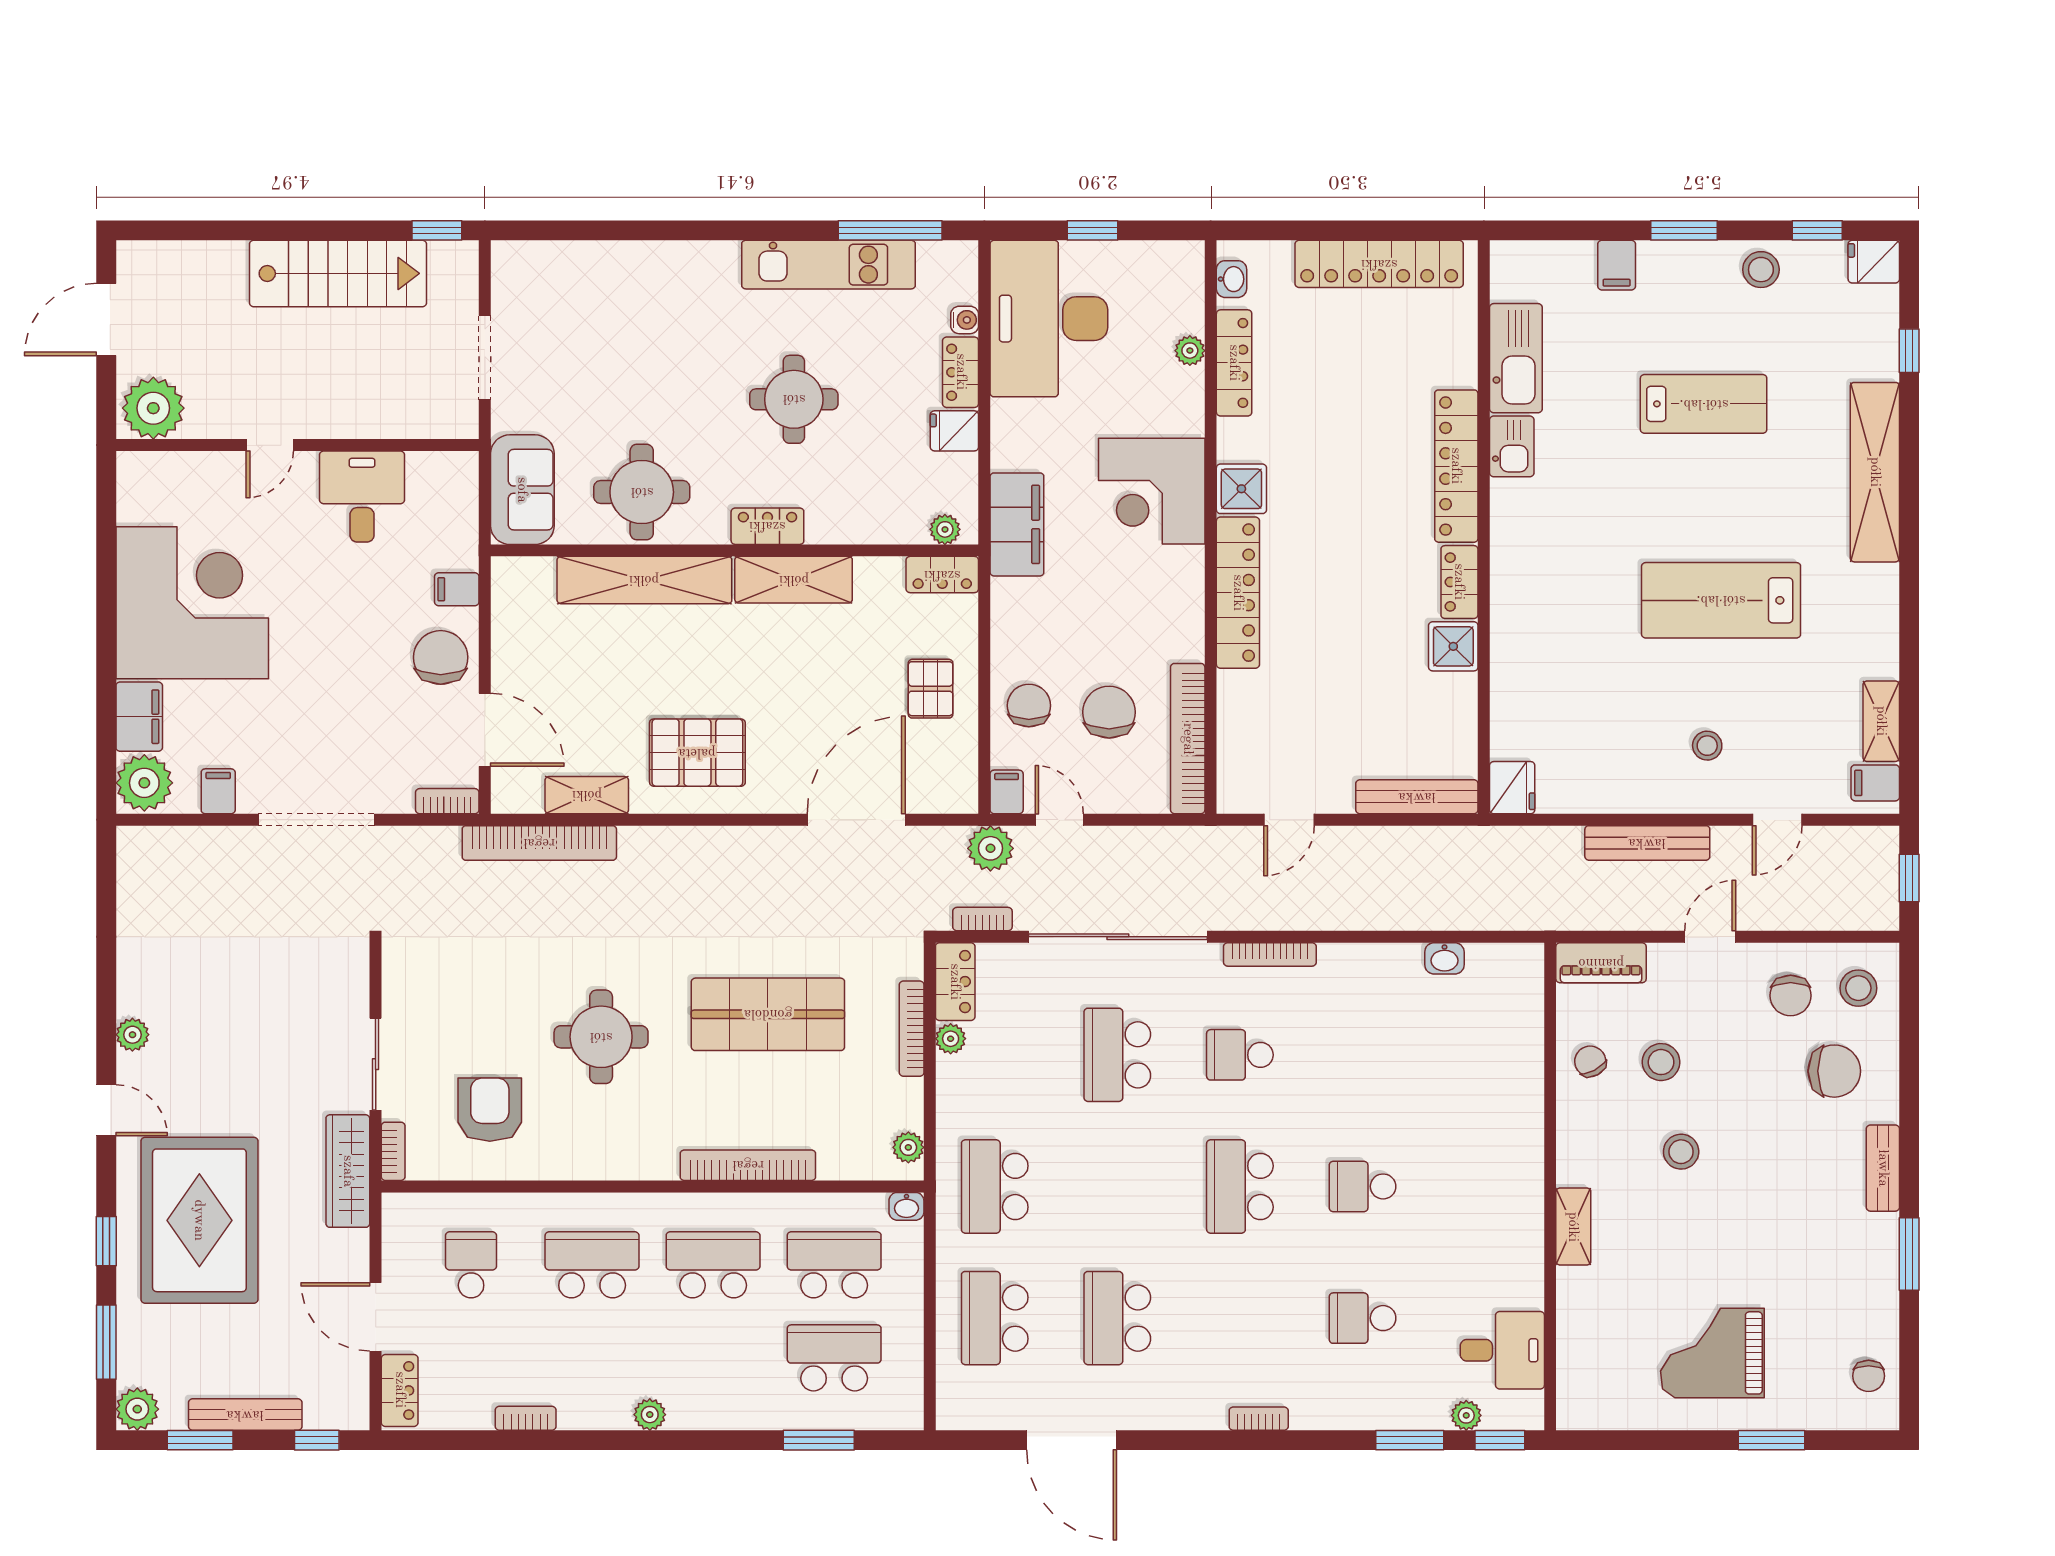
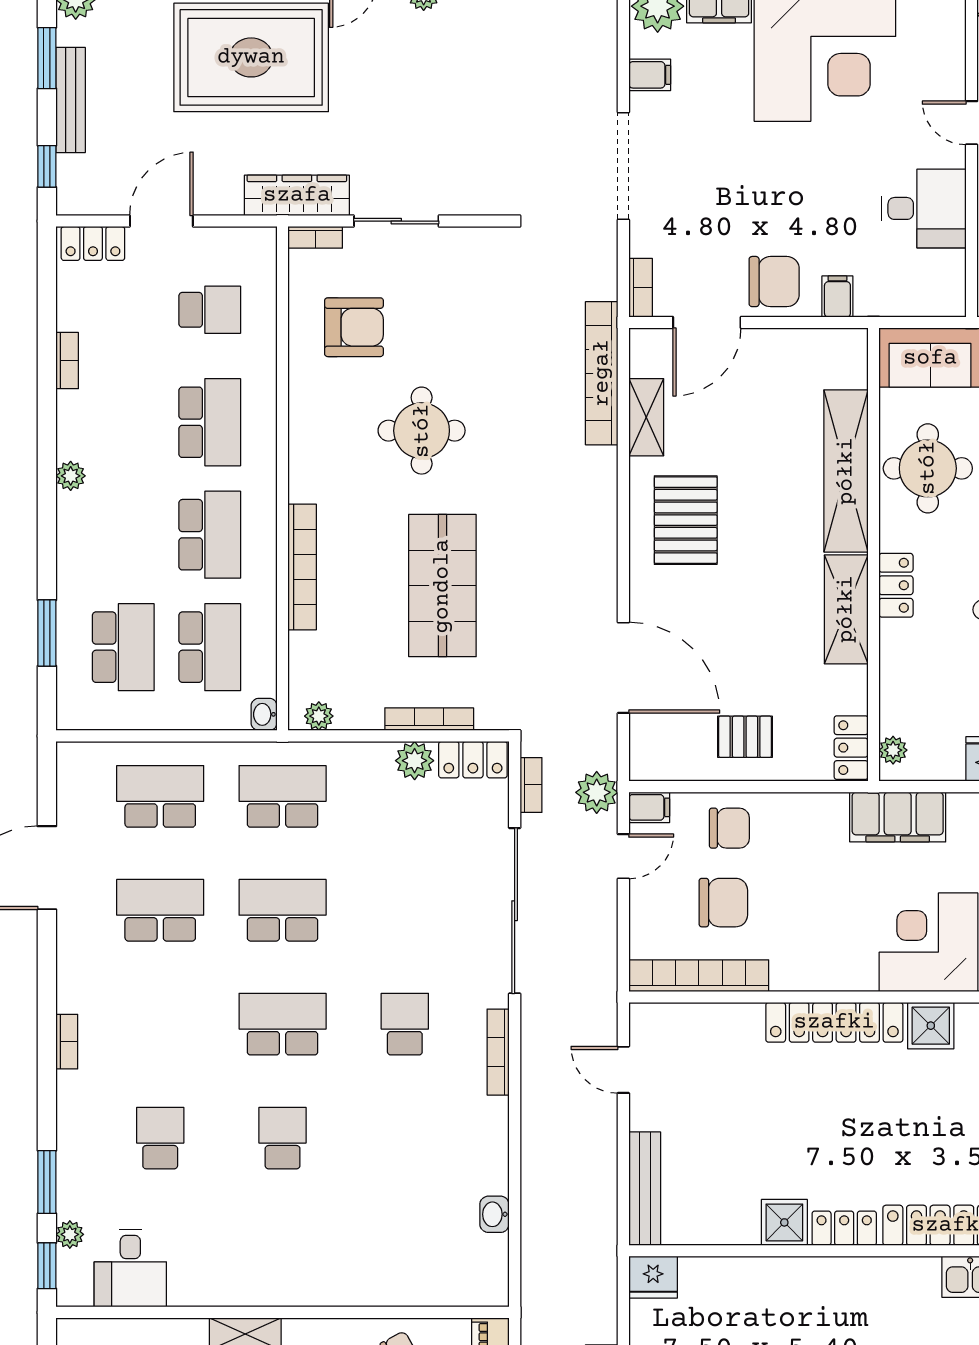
plant: (951, 1039) -> (415, 761), width x1.38, depth x1.38
school desk: (1117, 1055) -> (283, 910), moved

